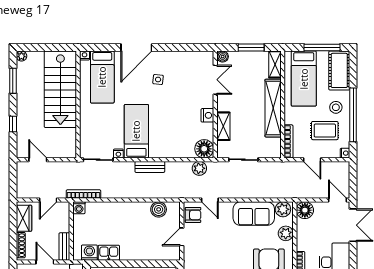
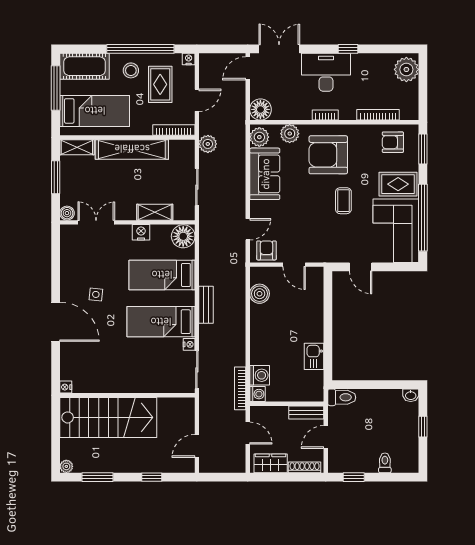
bed: (102, 77) -> (162, 275), moved, turned 180
plant: (199, 168) -> (208, 144), moved
washing machine: (89, 253) -> (260, 375), moved, turned 180

